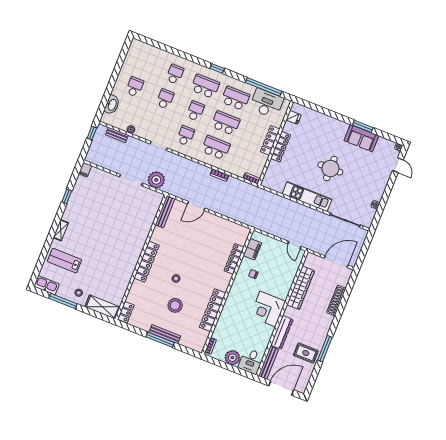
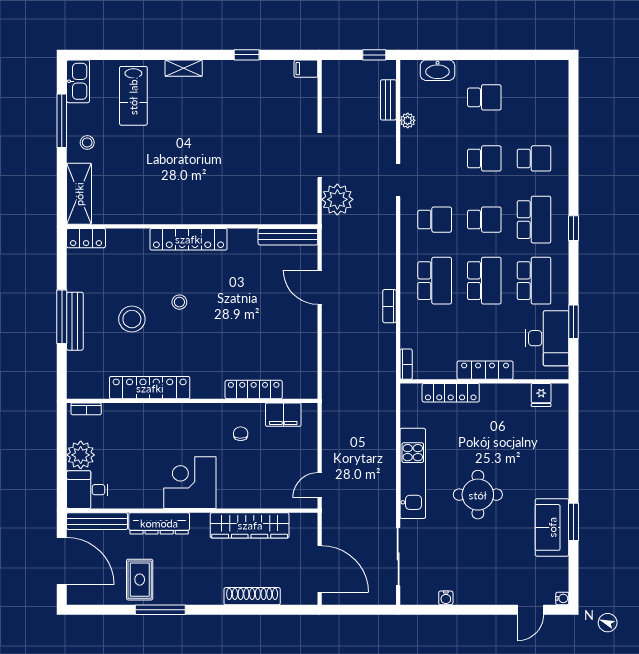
window: (264, 87) -> (574, 322), width x0.47
locker: (281, 147) -> (451, 393), moved
lab bench: (65, 261) -> (133, 96), turned 180

